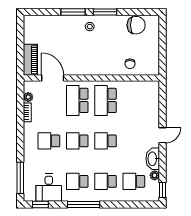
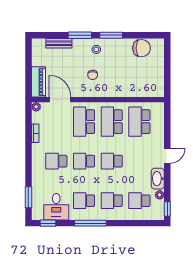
bench: (51, 20) -> (59, 43), added
chair: (130, 64) -> (93, 75), moved
plant: (28, 97) -> (36, 107), moved
school desk: (134, 100) -> (139, 122), added
window: (20, 178) -> (28, 197), width x0.69

